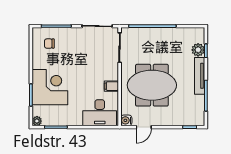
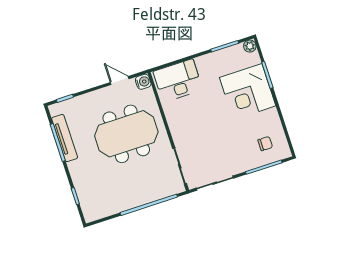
plant: (198, 50) -> (85, 194), removed
tv unit: (200, 76) -> (65, 138), moved
filing cabinet: (111, 86) -> (174, 117), removed
door: (144, 127) -> (120, 81), hinge flipped

